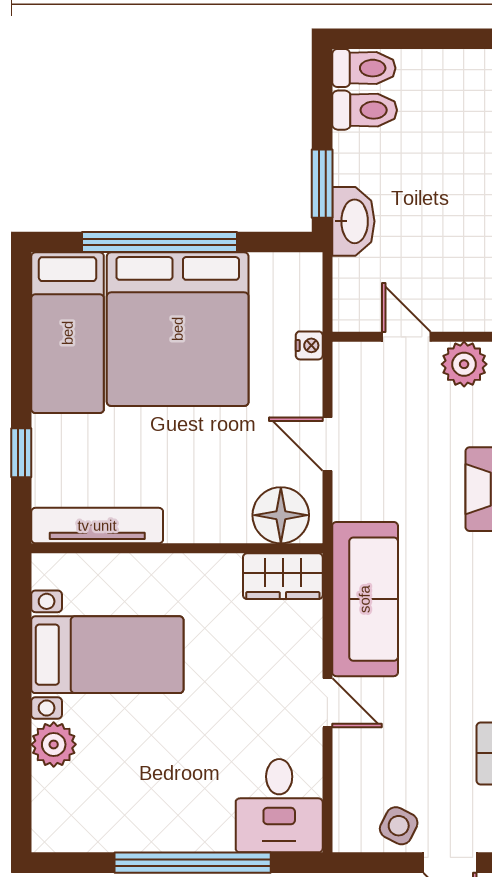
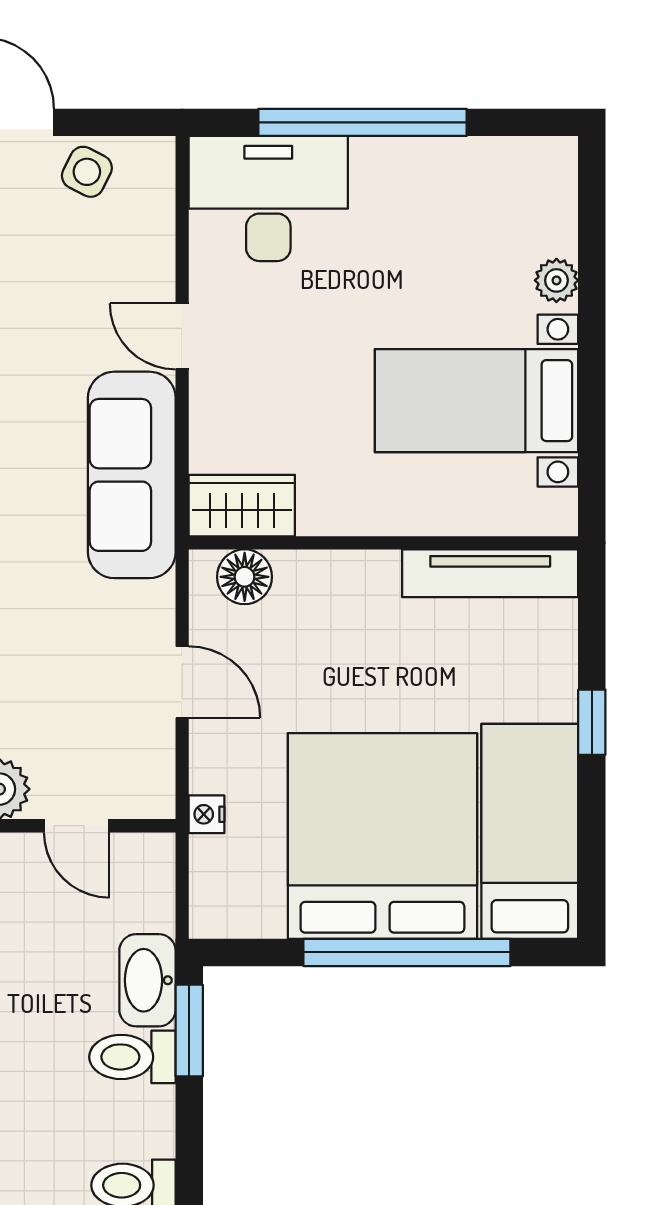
toilet: (365, 110) -> (132, 1057), moved
window: (21, 453) -> (592, 722), moved
floor lamp: (281, 515) -> (245, 577), width x0.73, depth x0.73
plant: (54, 744) -> (556, 280), width x0.73, depth x0.73
desk: (279, 806) -> (268, 199), width x1.37

